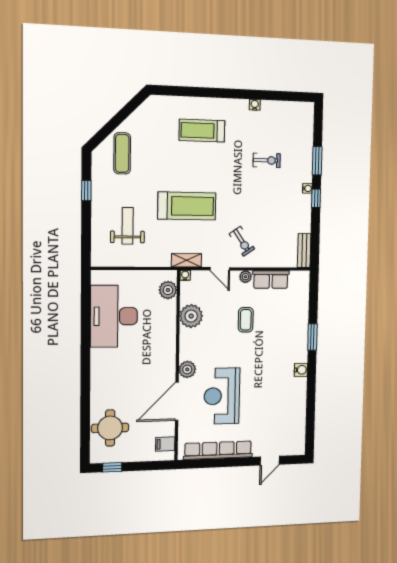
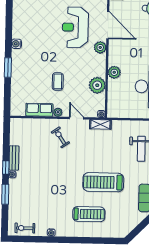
exercise bike: (267, 160) -> (25, 228), moved
treadmill: (187, 206) -> (103, 182), moved
bench: (304, 251) -> (14, 158), moved
plant: (168, 290) -> (114, 72), moved
reception desk: (222, 396) -> (75, 27), turned 180
door: (177, 401) -> (108, 25), hinge flipped

